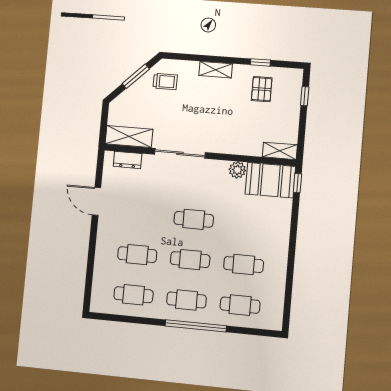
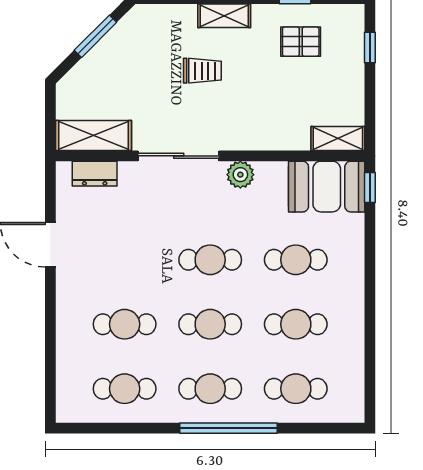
trolley: (165, 81) -> (202, 71), moved
pallet: (262, 89) -> (301, 42), turned 90
plant: (237, 170) -> (240, 175), moved
cafe table: (247, 224) -> (296, 260), added

